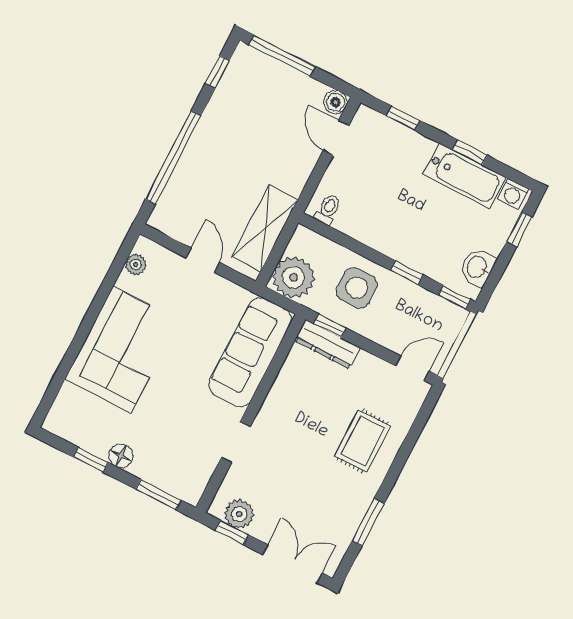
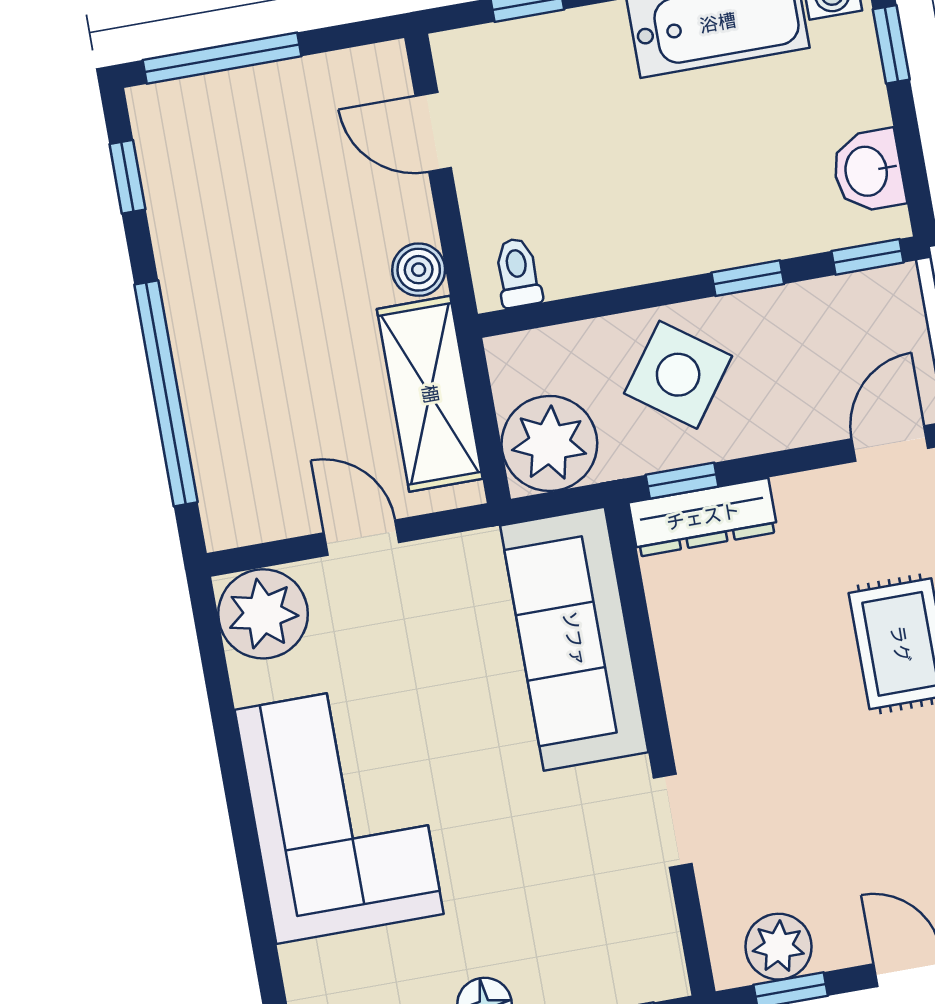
boiler: (335, 102) -> (419, 270), moved
plant: (136, 264) -> (263, 614), width x1.87, depth x1.87
side table: (357, 288) -> (678, 375), turned 36

